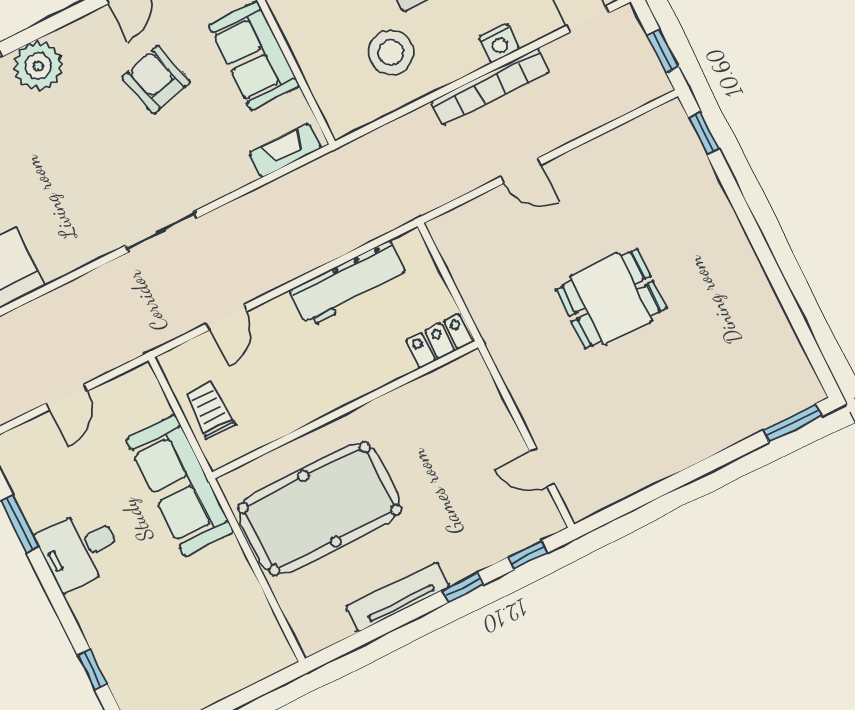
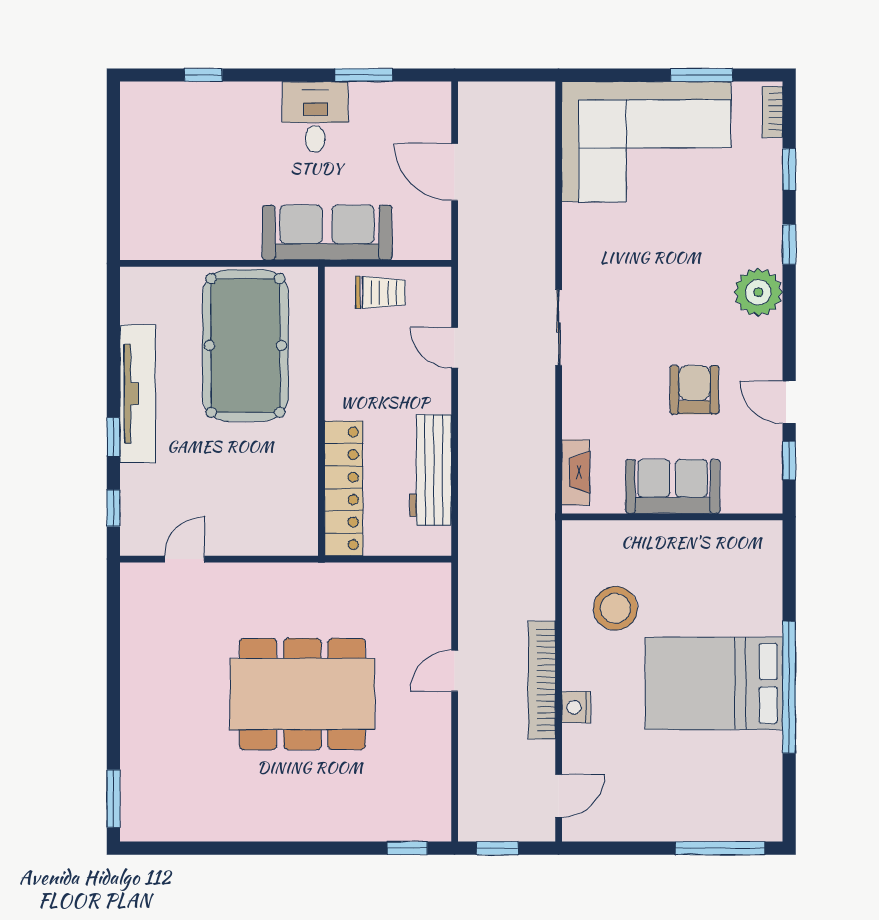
armchair: (156, 80) -> (694, 390), turned -75
dining table: (611, 299) -> (302, 694), width x1.88, depth x1.24
locker: (440, 341) -> (344, 488), width x2.16, depth x1.21
door: (67, 397) -> (455, 172), width x1.38
tv unit: (398, 597) -> (138, 394), width x1.36, depth x1.29

